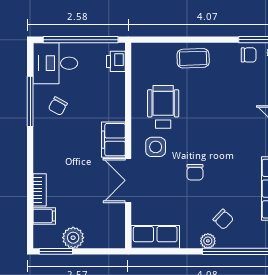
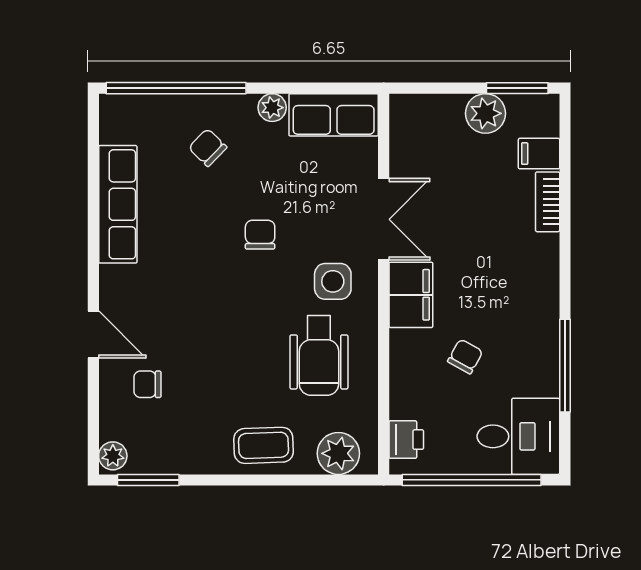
plant: (153, 54) -> (338, 453), added
chair: (249, 55) -> (147, 384), moved
chair: (58, 106) -> (465, 356), moved
plant: (208, 241) -> (272, 108), moved

